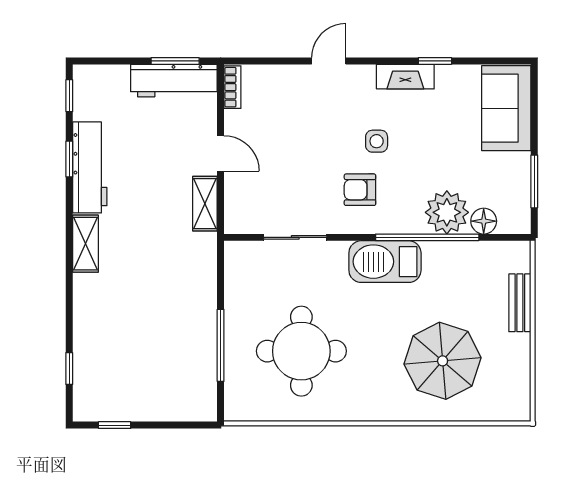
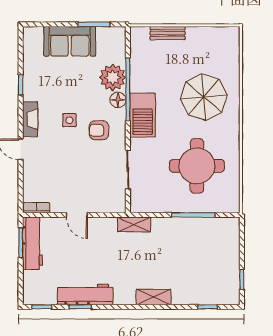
fireplace: (405, 77) -> (30, 119), moved
sofa: (506, 108) -> (70, 41), moved
door: (221, 153) -> (77, 215), swing flipped
armchair: (360, 190) -> (99, 130), turned 90
shelving: (205, 204) -> (134, 224), moved
floor lamp: (484, 221) -> (118, 100), moved
shelving: (86, 244) -> (154, 297), moved
parasol: (443, 361) -> (204, 97), moved

